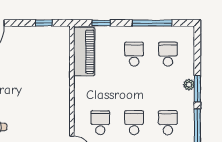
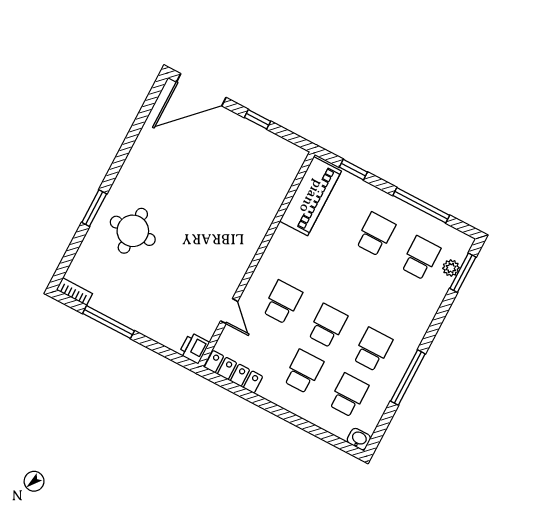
window: (44, 23) -> (257, 119), moved
plant: (189, 85) -> (451, 268), moved
window: (197, 89) -> (463, 273), moved

